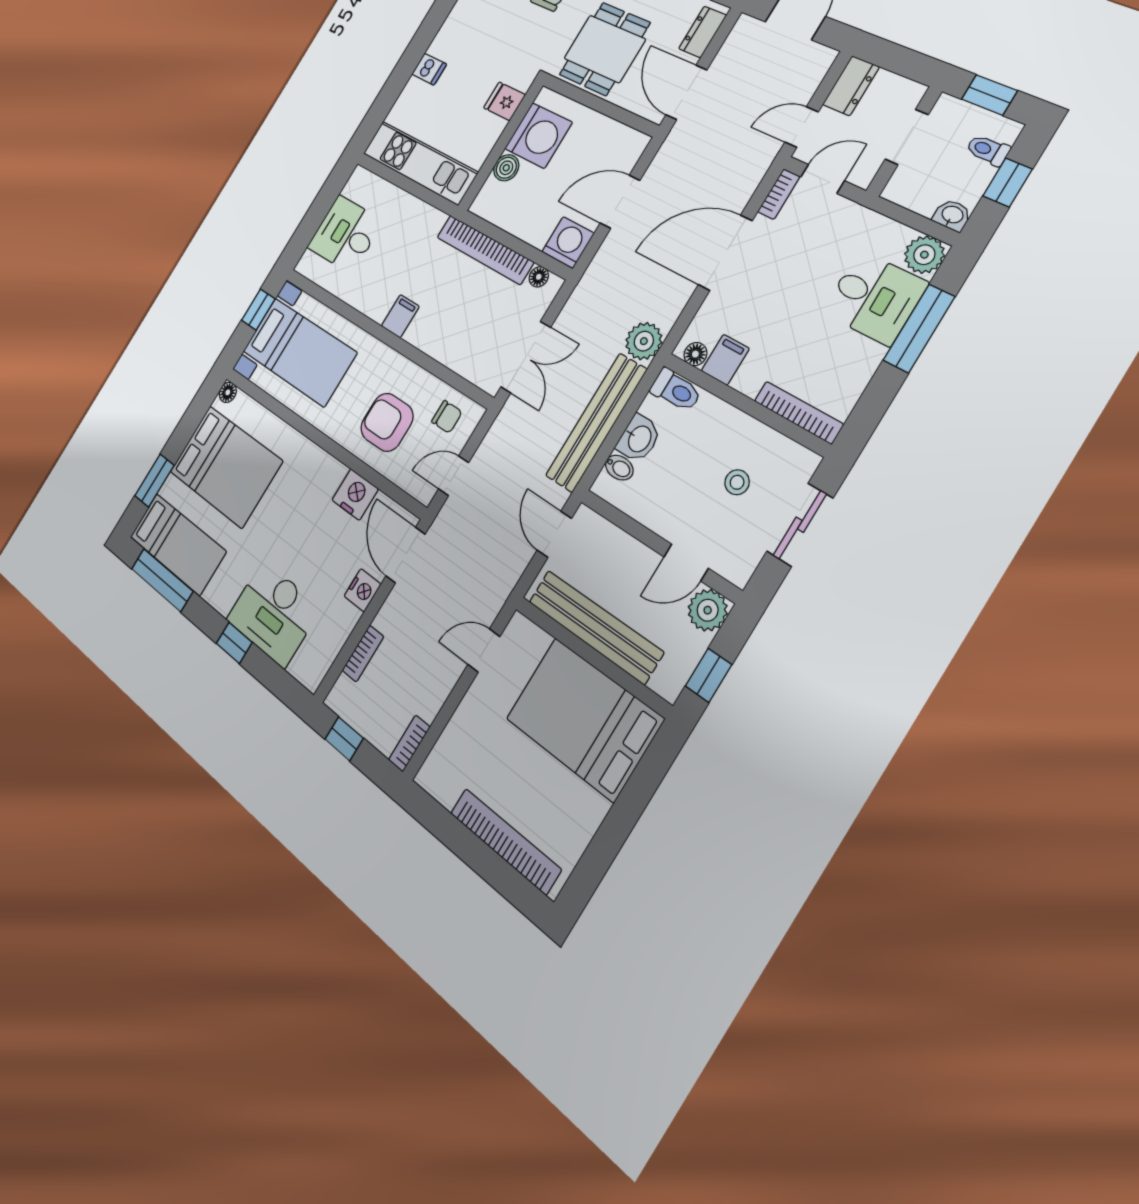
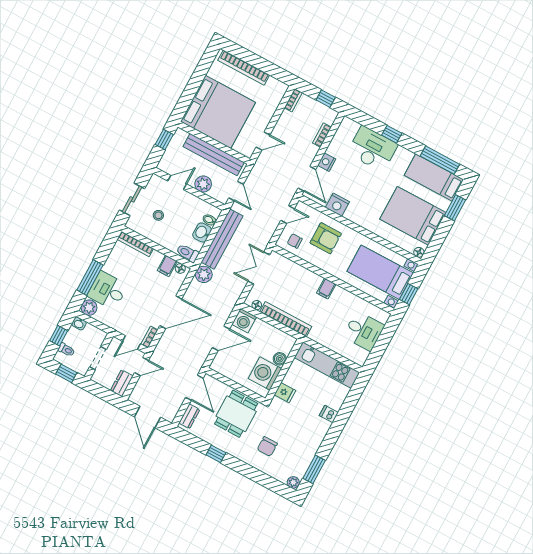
plant: (708, 610) -> (203, 184), moved
bed: (584, 719) -> (218, 112), width x1.36

